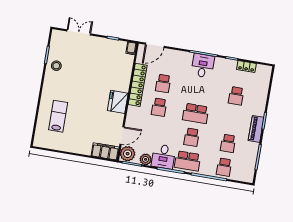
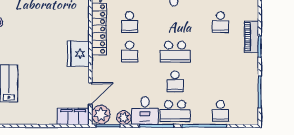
piano: (256, 129) -> (251, 37), moved
school desk: (228, 143) -> (220, 81), removed

